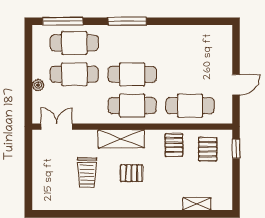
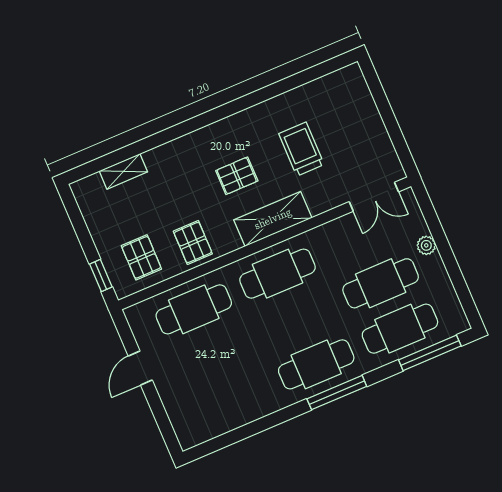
cafe table: (132, 74) -> (316, 364), moved

